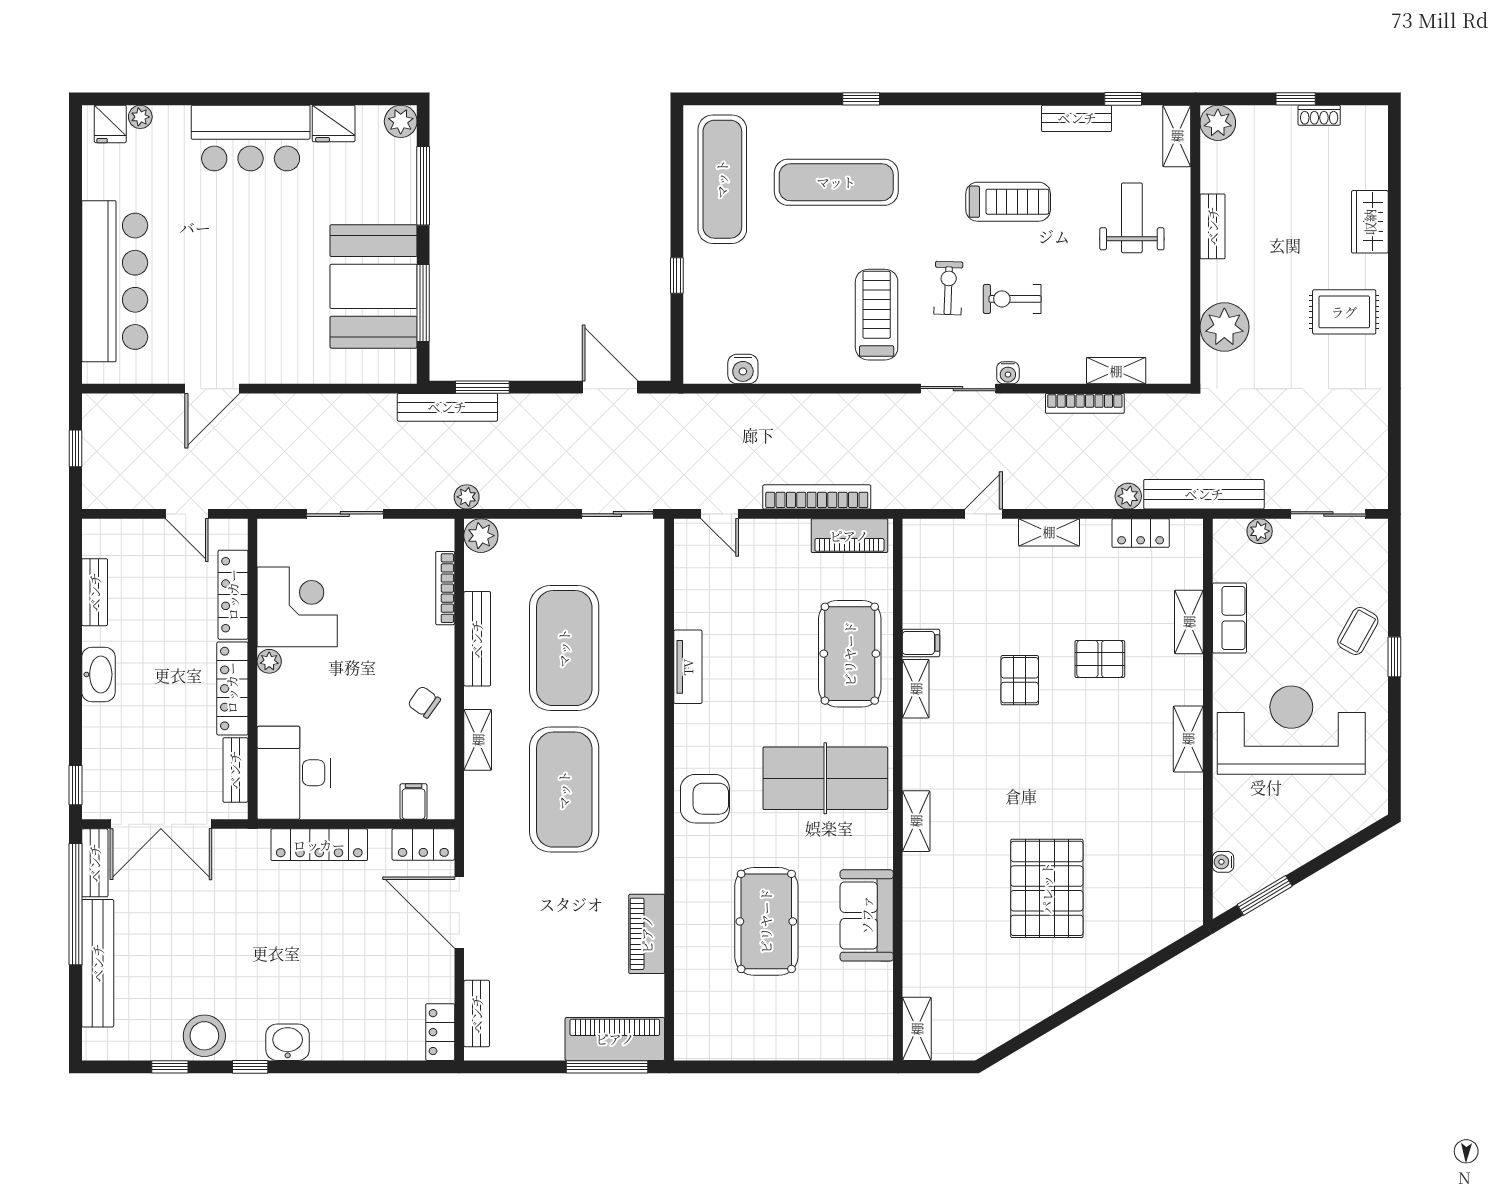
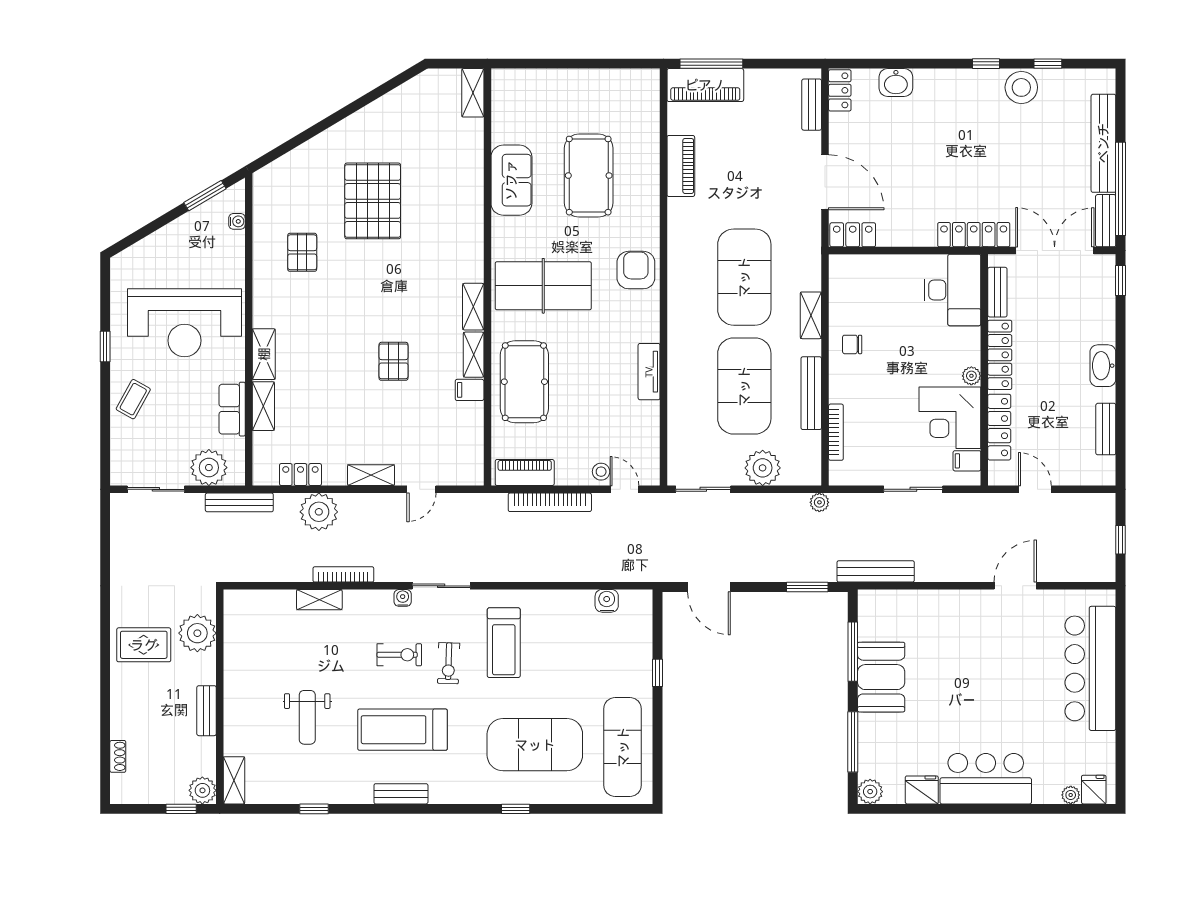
shoe rack: (1319, 115) -> (118, 756), moved, turned 90
bench: (1077, 118) -> (401, 794), moved
plant: (1218, 123) -> (202, 790), moved
shelving: (1177, 136) -> (234, 780), moved
exercise mat: (836, 182) -> (535, 745), width x1.47
treadmill: (1008, 202) -> (403, 730), width x1.37, depth x1.38
wardrobe: (1370, 222) -> (124, 714), removed
bench: (1213, 226) -> (207, 711), moved
wall: (1195, 245) -> (220, 697), moved
booth: (374, 286) -> (881, 677), width x0.73, depth x0.70
plant: (1224, 327) -> (197, 633), moved
bench: (447, 407) -> (876, 571), moved
bench: (1204, 494) -> (239, 502), width x0.73, depth x0.82
plant: (1128, 496) -> (319, 512), width x1.87, depth x1.87
plant: (1260, 531) -> (209, 468), width x1.87, depth x1.87
plant: (481, 536) -> (763, 468), moved, width x1.36, depth x1.36
stool: (750, 537) -> (601, 472), added
window: (1394, 657) -> (105, 346), moved
pallet: (1100, 659) -> (302, 252), moved, turned 90
chair: (424, 702) -> (852, 344), turned 145
shelving: (1188, 739) -> (264, 354), moved
armchair: (705, 799) -> (636, 270), turned 90
filing cabinet: (414, 802) -> (967, 461), moved, turned 90
shelving: (916, 821) -> (473, 307), moved
locker: (319, 845) -> (974, 235), moved
washbasin: (288, 1042) -> (896, 83), moved

